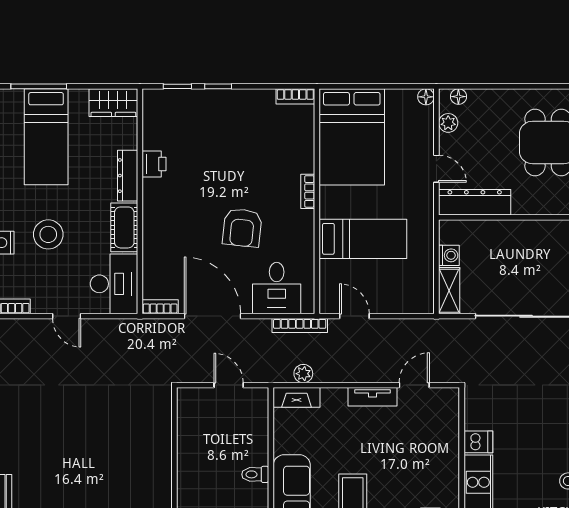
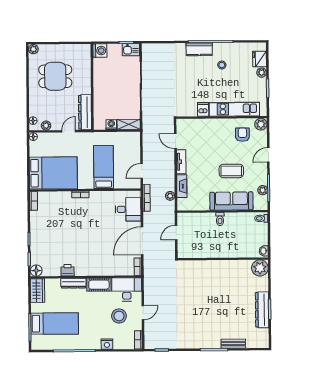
floor lamp: (154, 100) -> (36, 271), added
armchair: (242, 228) -> (99, 227), removed
stool: (48, 234) -> (119, 316), moved
fireplace: (297, 397) -> (182, 186), moved

